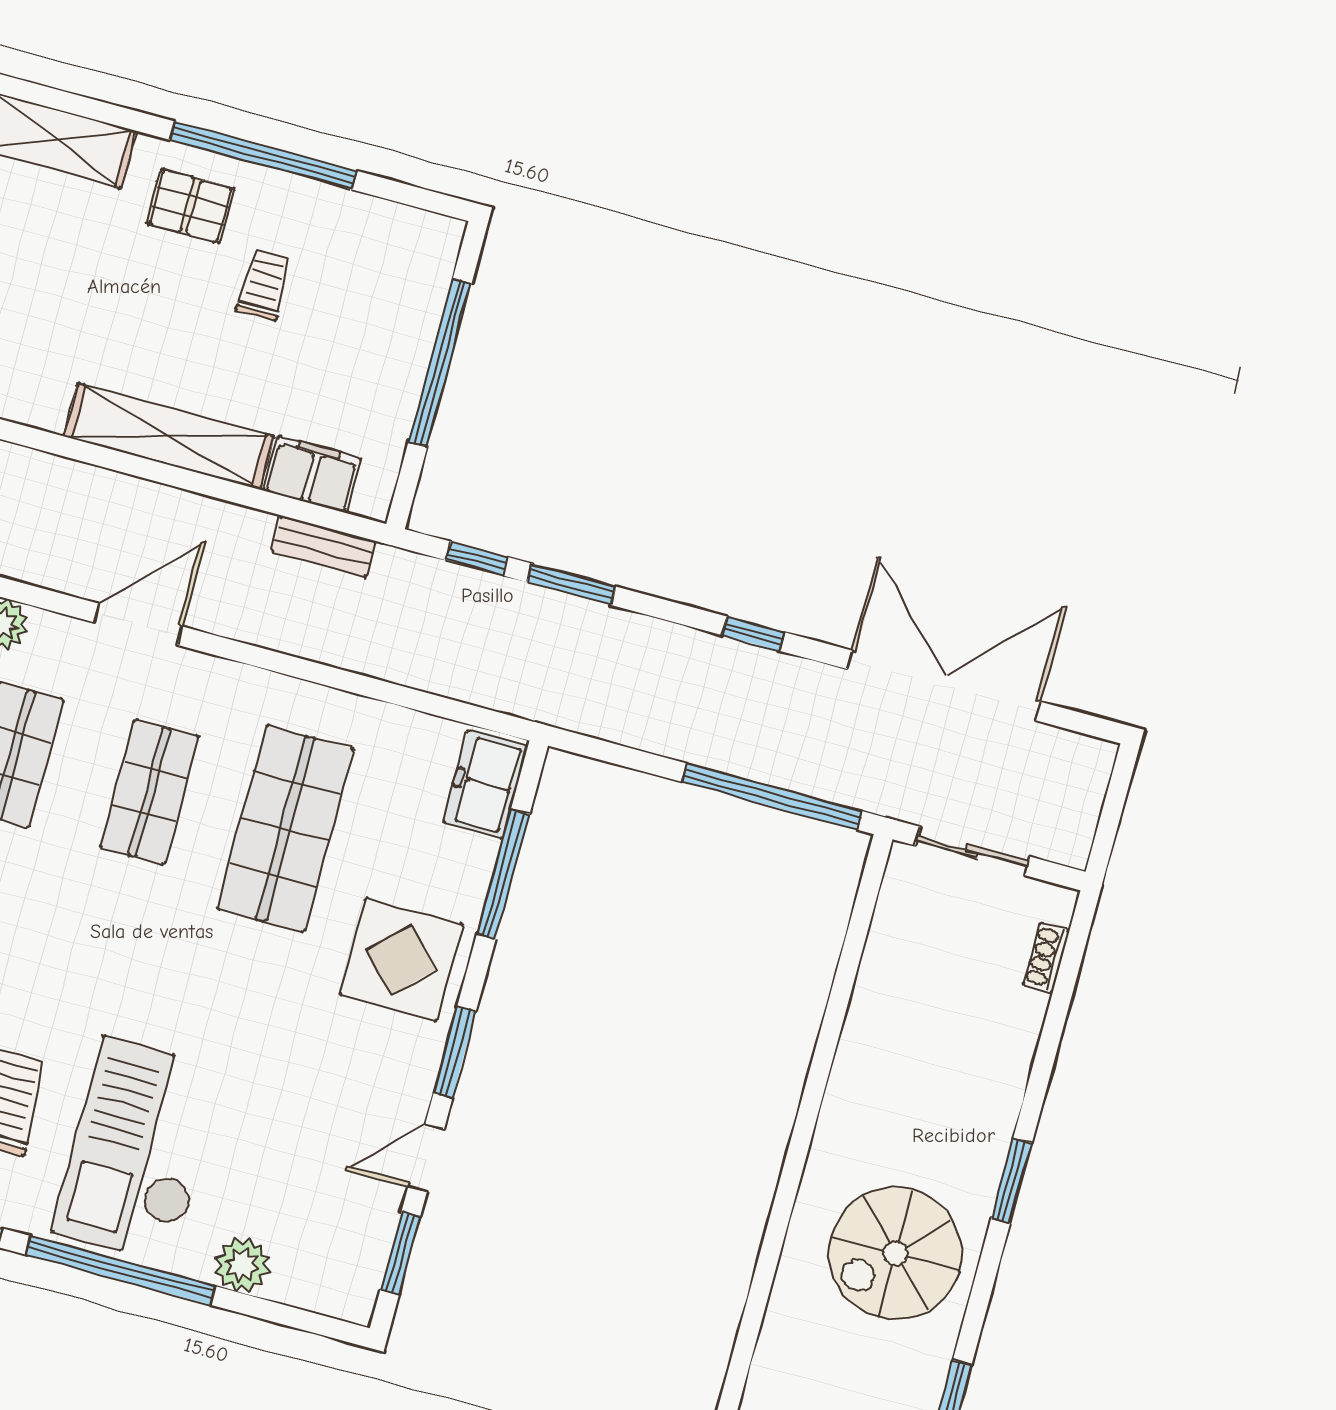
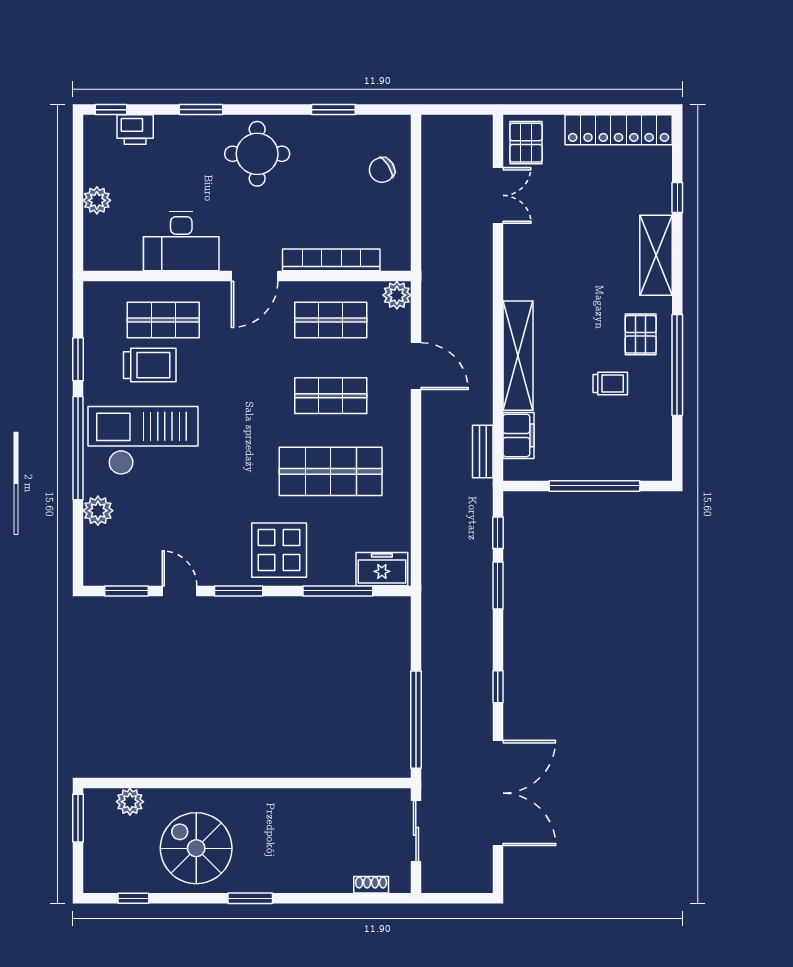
plant: (780, 1350) -> (130, 802), added

